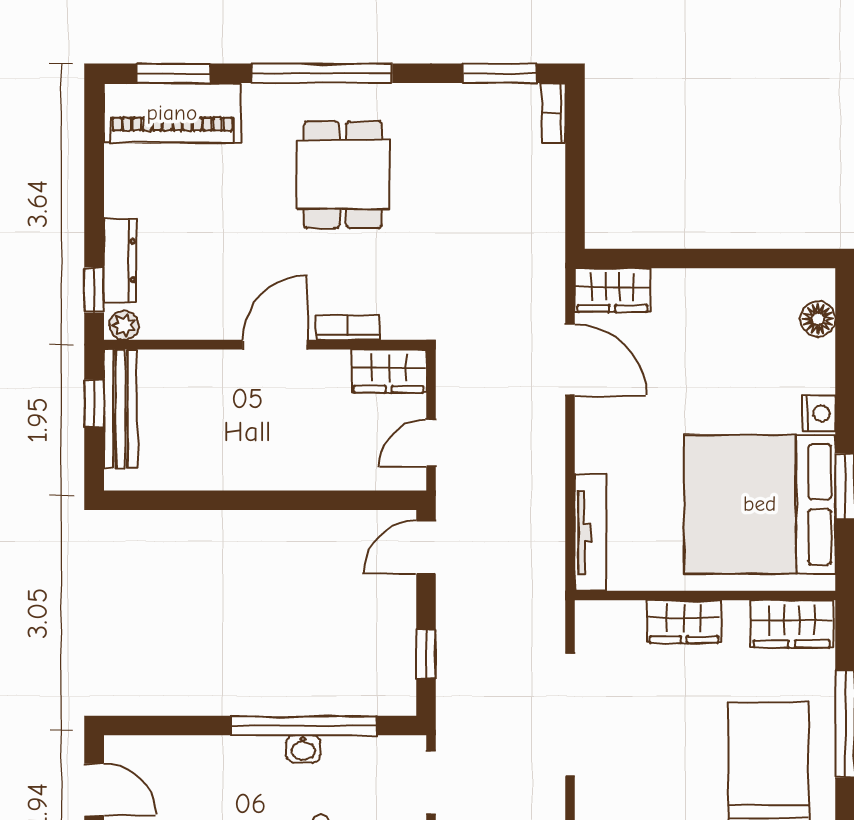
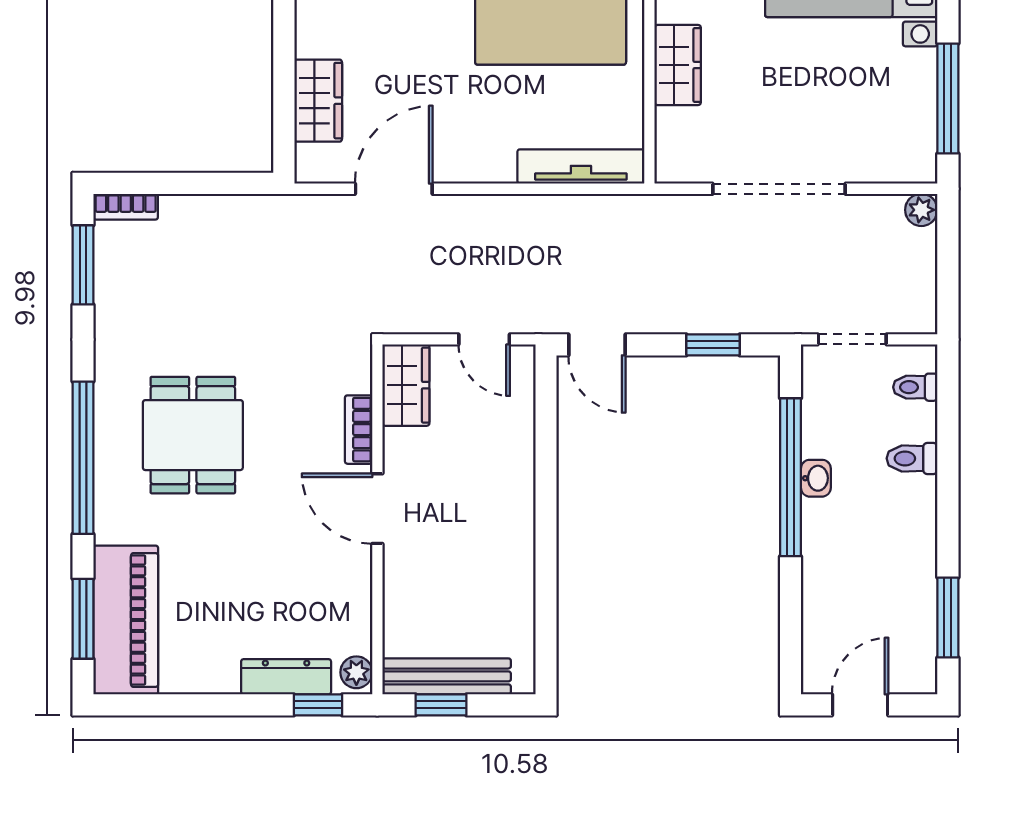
dining table: (343, 175) -> (193, 435), turned 90
wardrobe: (612, 290) -> (318, 101), moved

